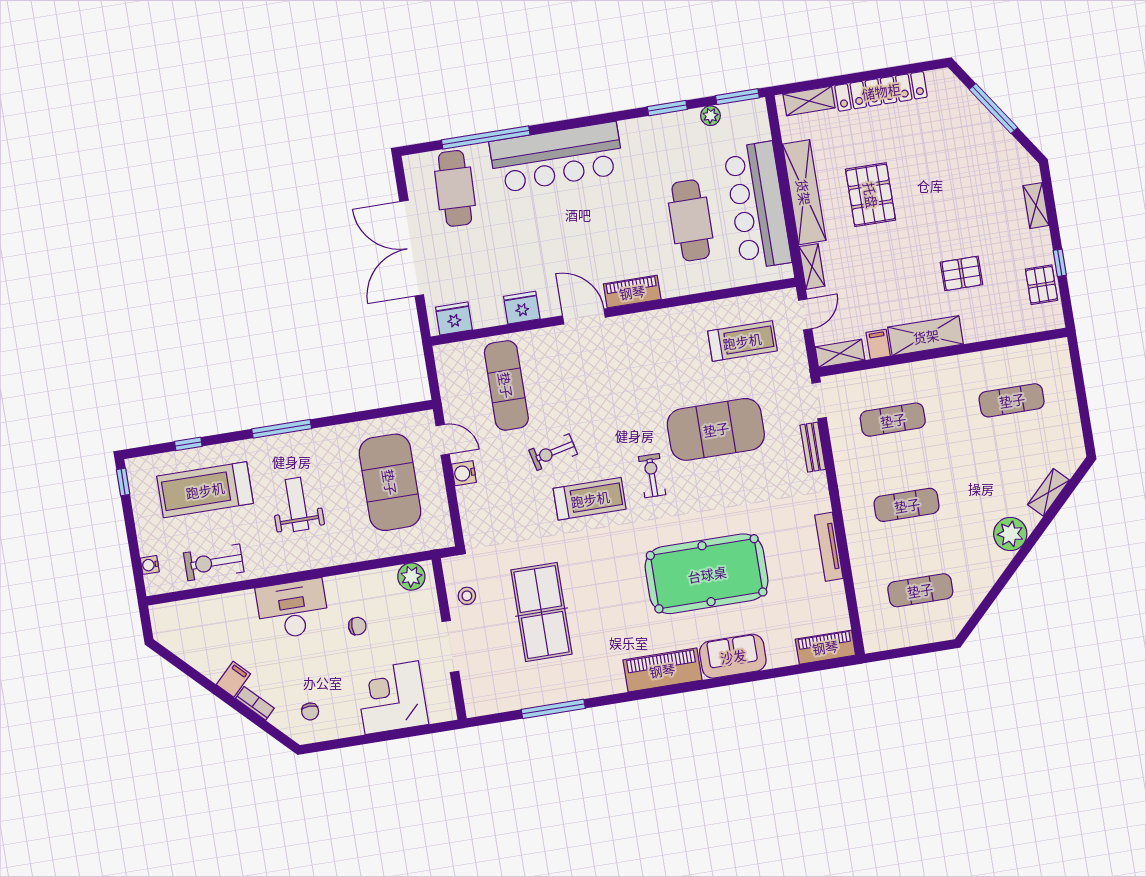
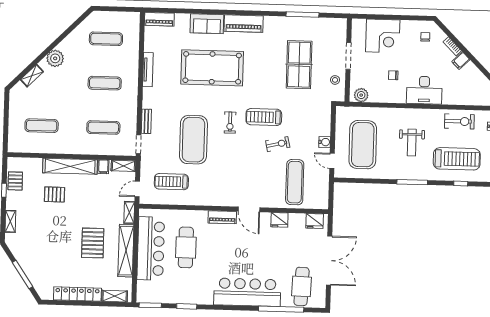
plant: (710, 116) -> (166, 298), removed
shelving: (926, 336) -> (70, 166), width x1.47
exercise mat: (716, 429) -> (193, 140), turned 90

